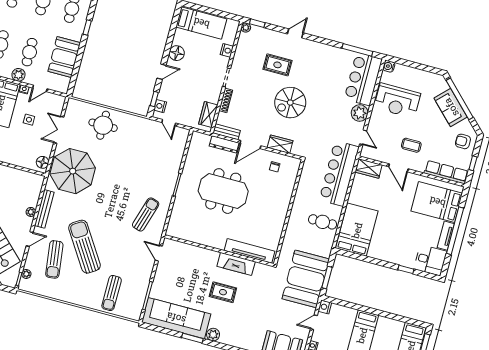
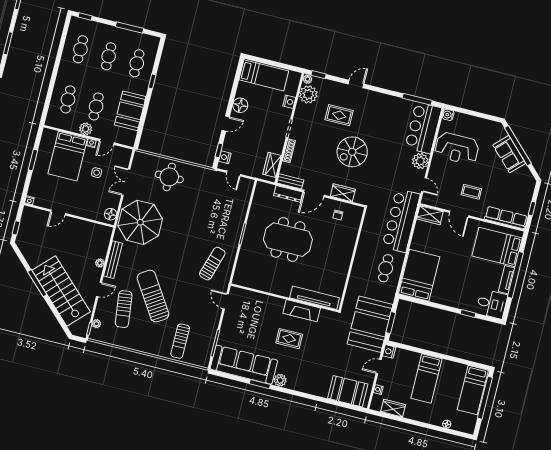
plant: (246, 43) -> (308, 94), added
armchair: (463, 141) -> (522, 187), removed
cafe table: (323, 222) -> (386, 268), turned 90

